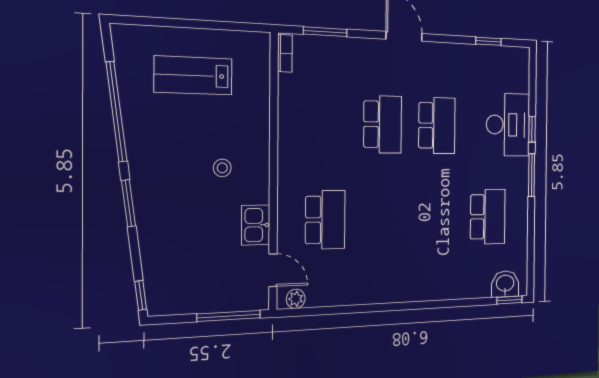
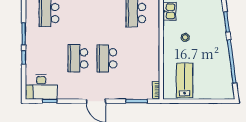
lab bench: (193, 75) -> (185, 80), moved, turned -90
desk: (508, 125) -> (41, 87), moved, turned -90

